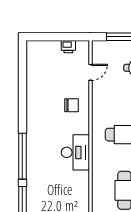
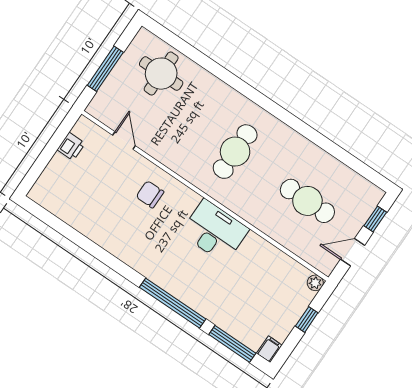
chair: (71, 105) -> (150, 194), turned -90

